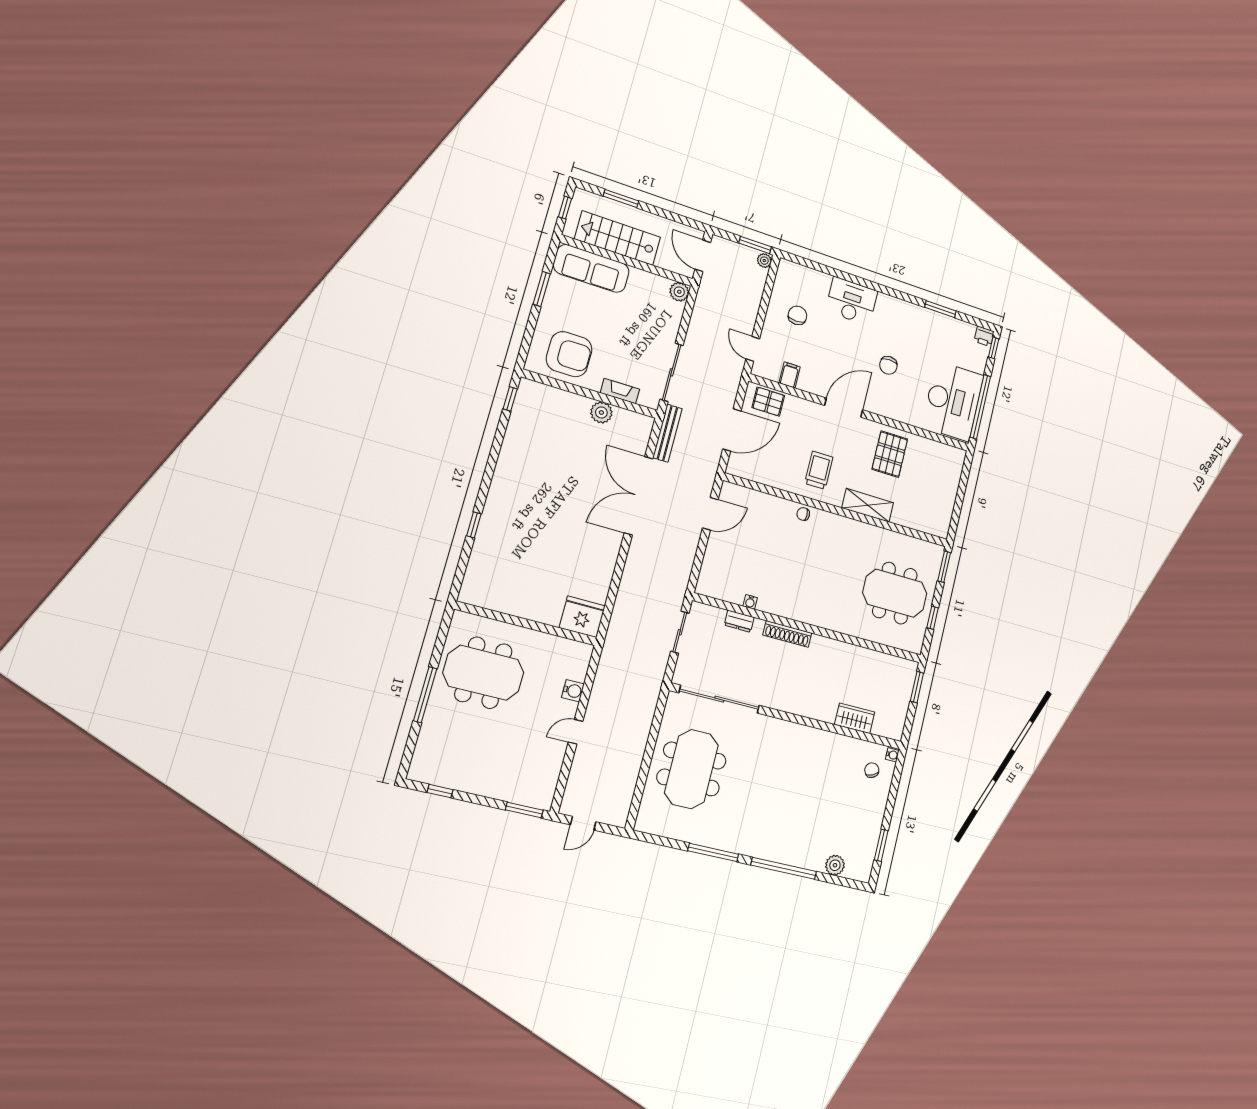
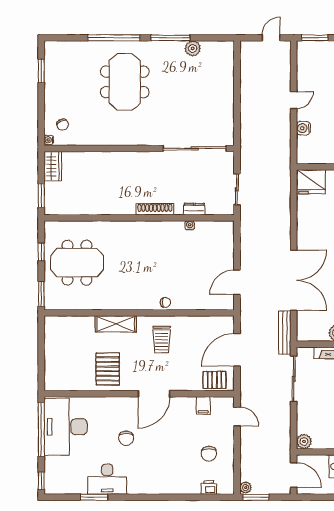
desk: (852, 301) -> (107, 479), moved
printer: (984, 336) -> (209, 487), moved
chair: (888, 365) -> (126, 438), turned 180
wardrobe: (855, 718) -> (53, 166), moved, turned -90
meeting table: (691, 769) -> (125, 82), moved
plant: (835, 865) -> (193, 48), moved

